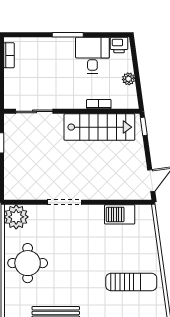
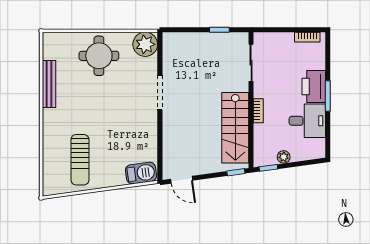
printer: (119, 45) -> (314, 87), moved, width x1.87, depth x1.48
window: (139, 94) -> (268, 168), added
bookcase: (99, 104) -> (258, 111), moved
barbecue: (120, 214) -> (141, 173), moved, turned 82

